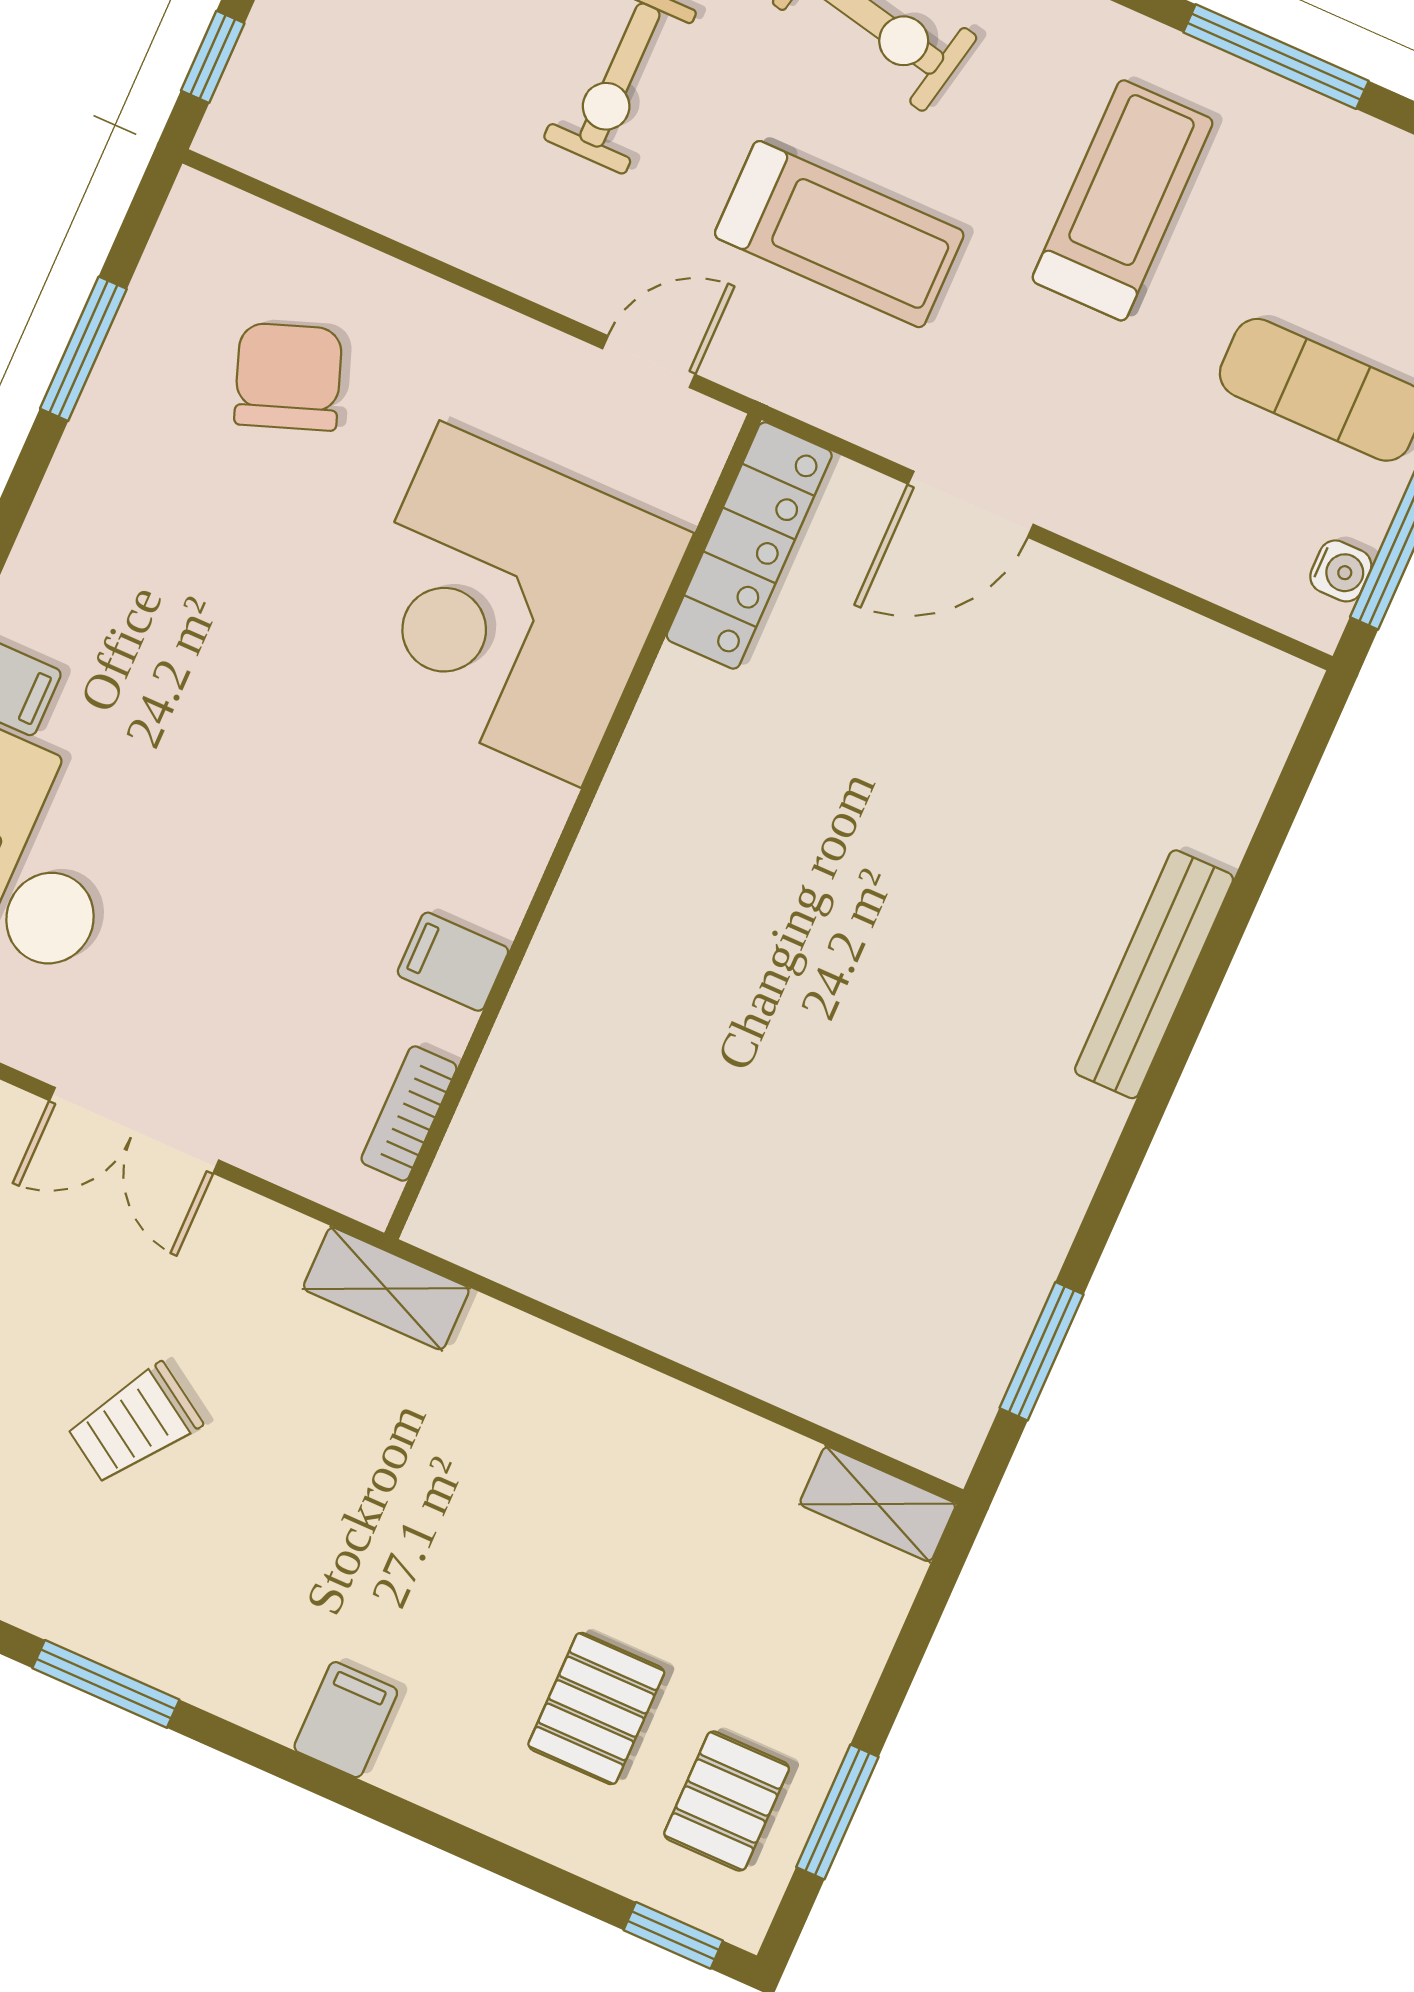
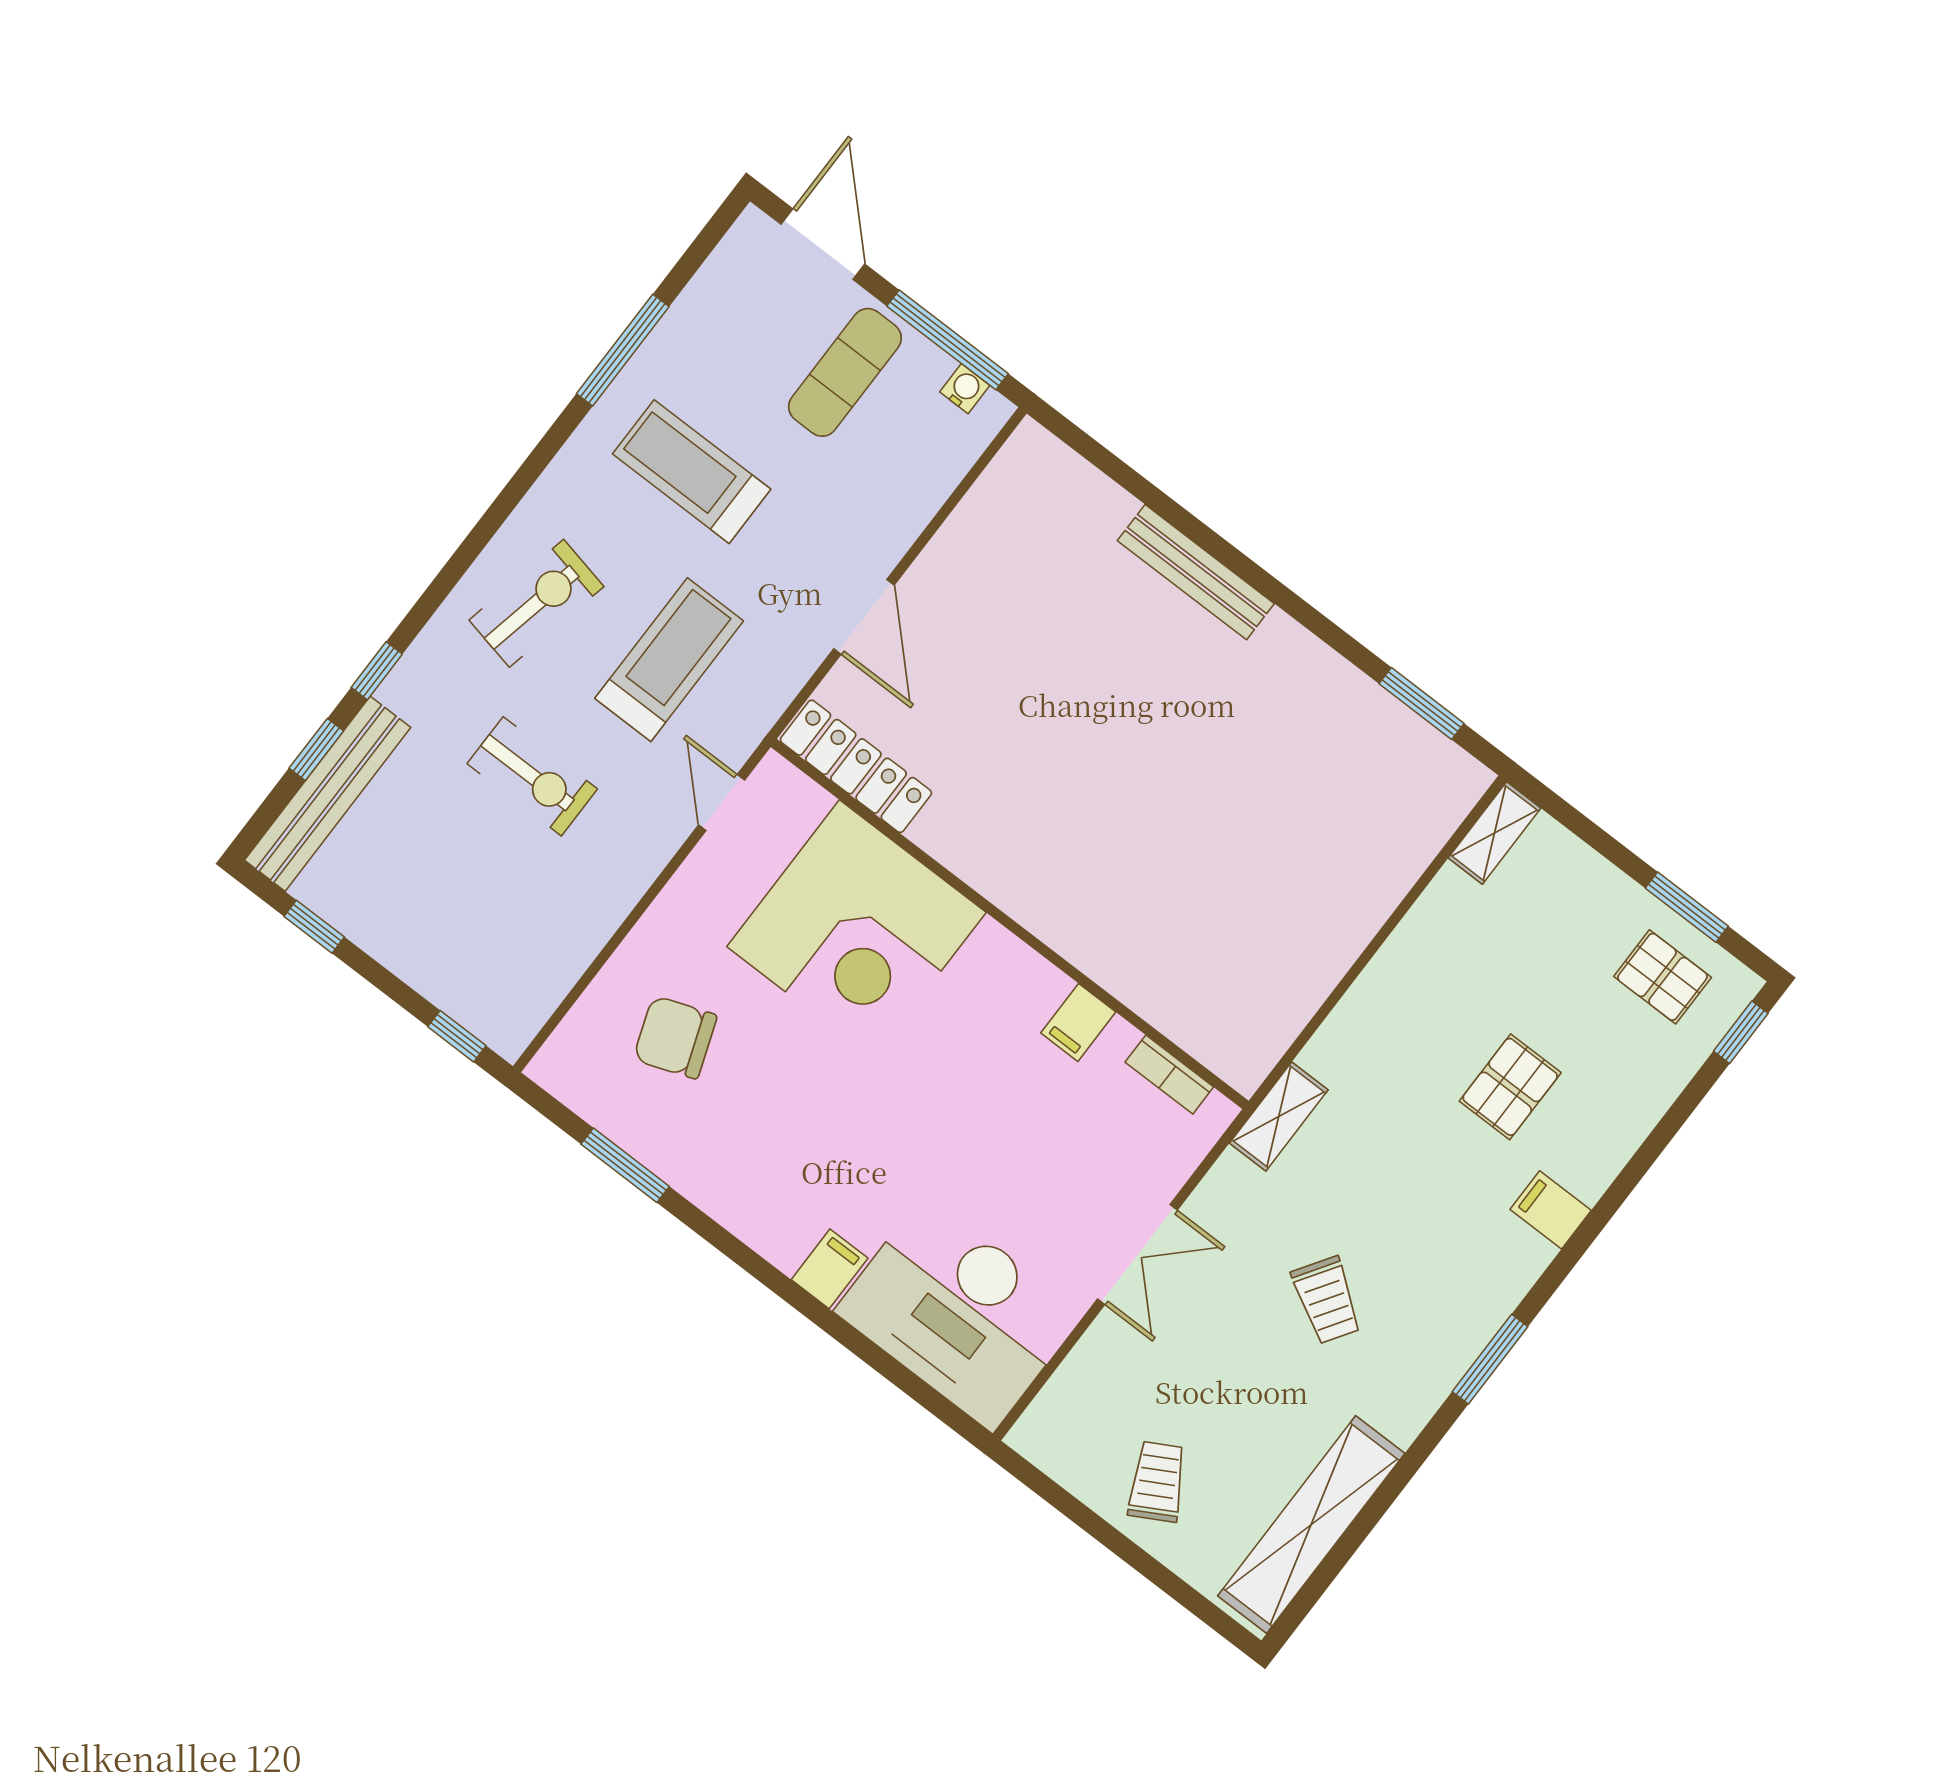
pallet: (596, 1708) -> (1510, 1087), moved, turned 90

